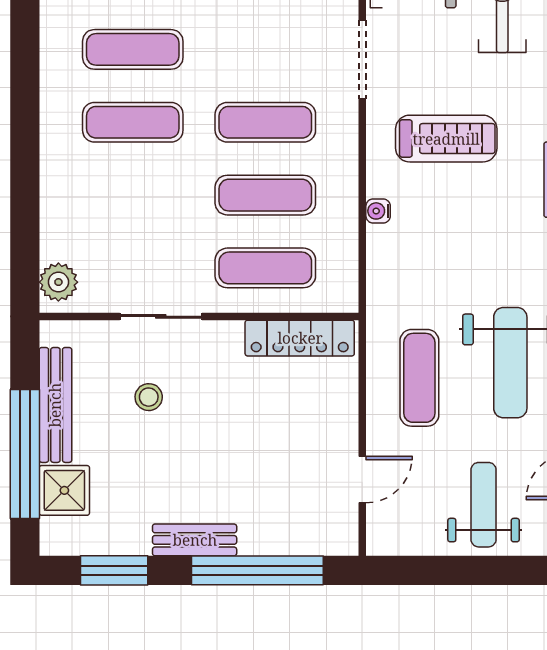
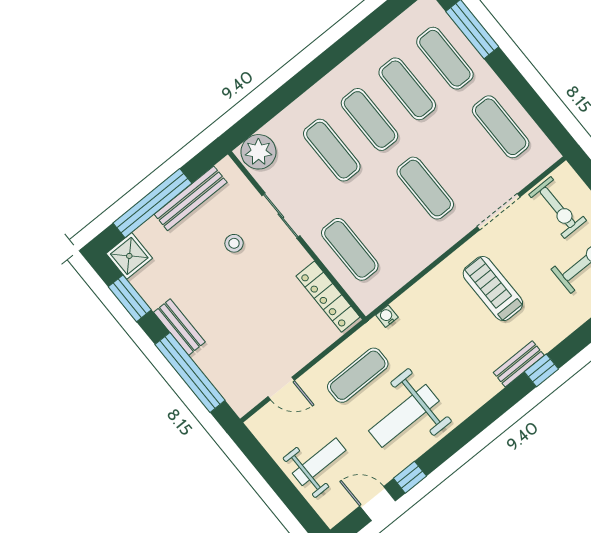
treadmill: (446, 139) -> (493, 289), turned 180
exercise mat: (265, 195) -> (332, 150), moved
water cooler: (378, 211) -> (387, 316), moved
plant: (58, 282) -> (258, 152), width x1.36, depth x1.36
shower: (64, 490) -> (129, 256), moved

